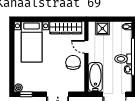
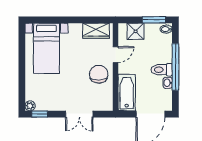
window: (117, 19) -> (154, 20), added
wardrobe: (66, 28) -> (96, 31), width x0.67
door: (86, 47) -> (115, 55), swing flipped

